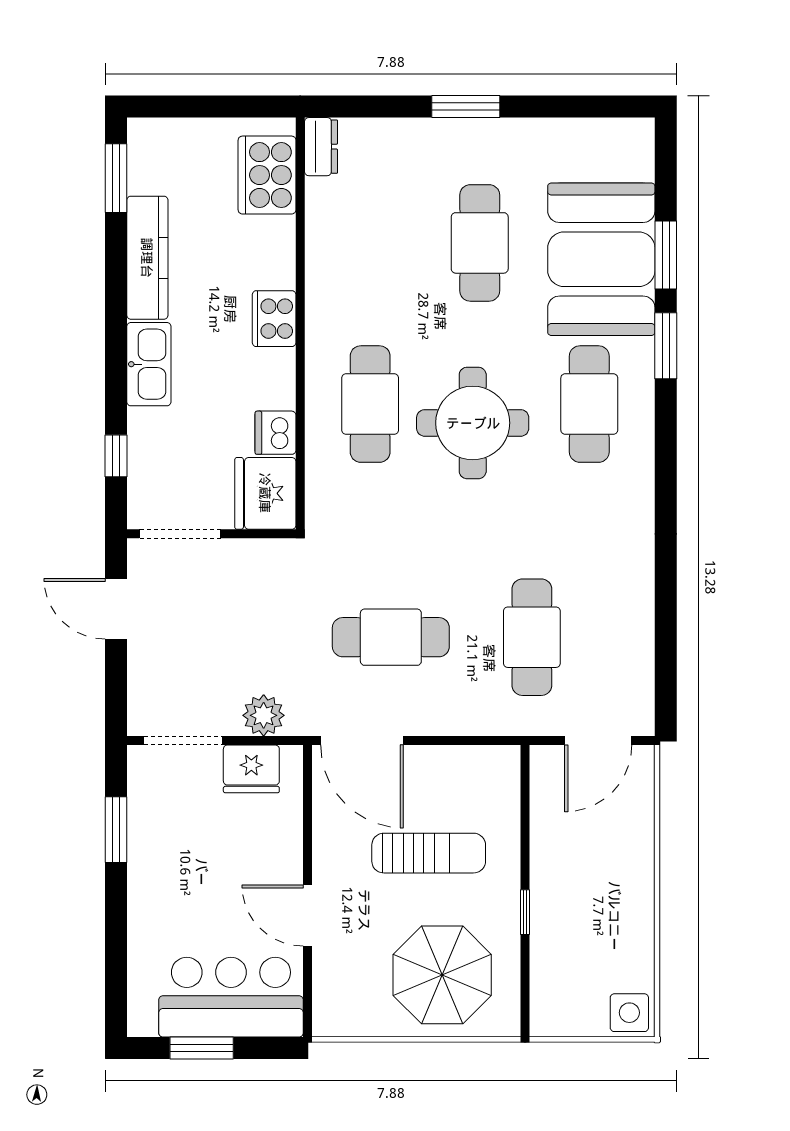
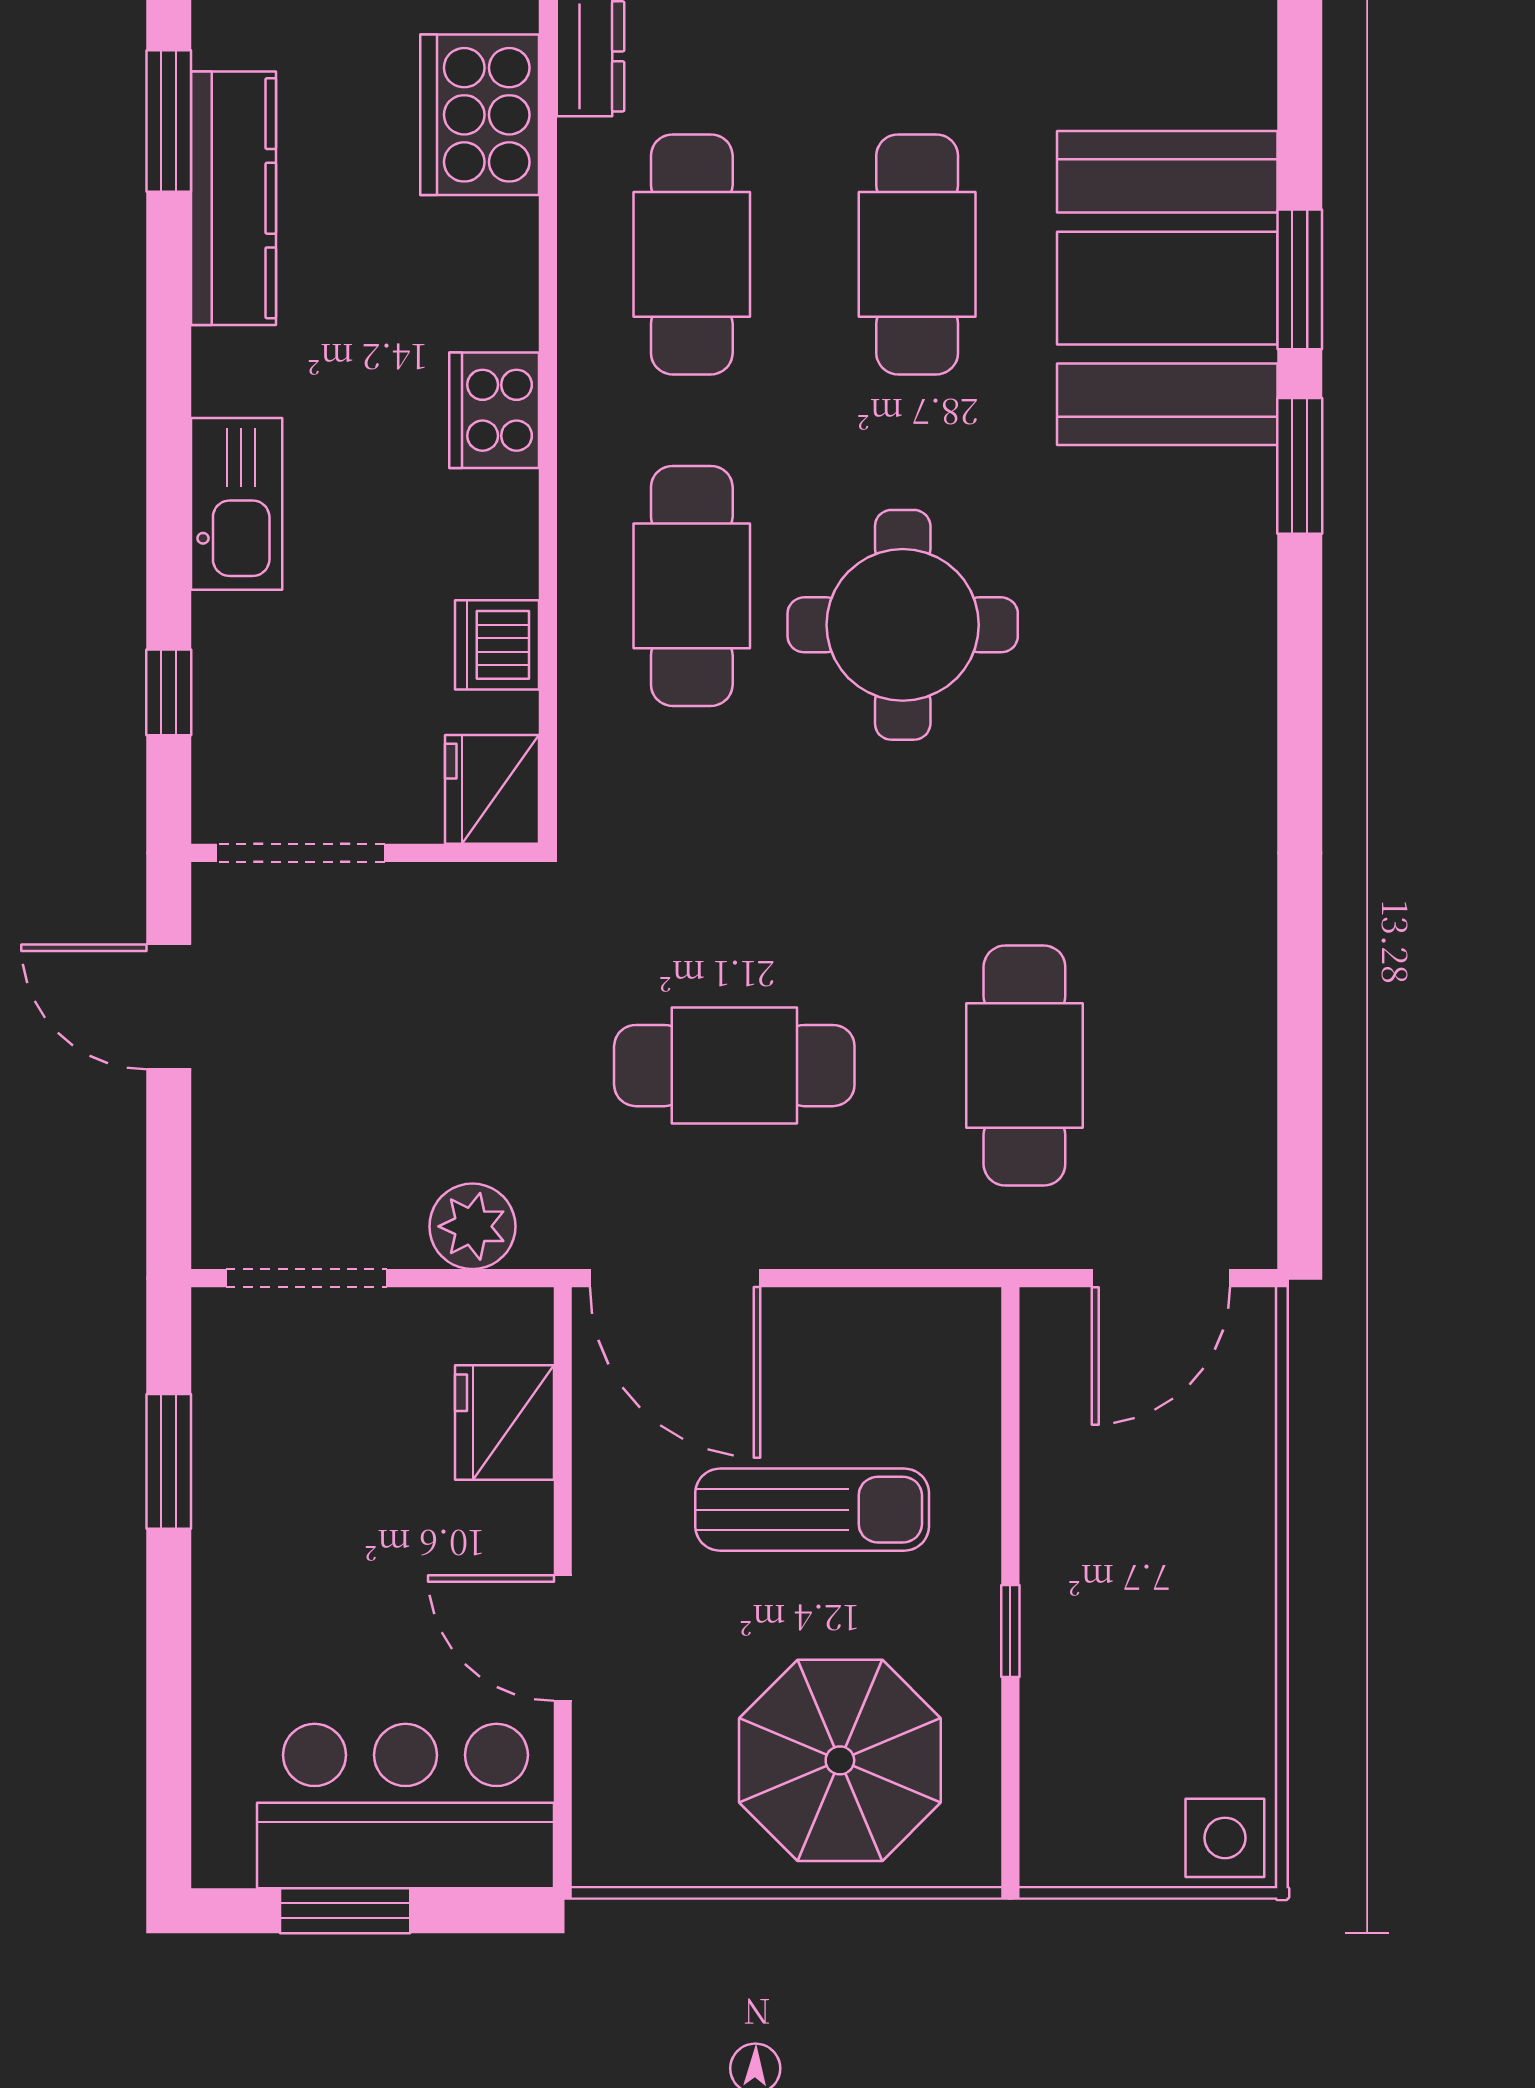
kitchen counter: (147, 258) -> (234, 198), moved
cafe table: (589, 404) -> (692, 254), moved
fridge: (265, 493) -> (492, 789), width x0.73, depth x0.75
fridge: (251, 769) -> (504, 1423), moved, turned 90

